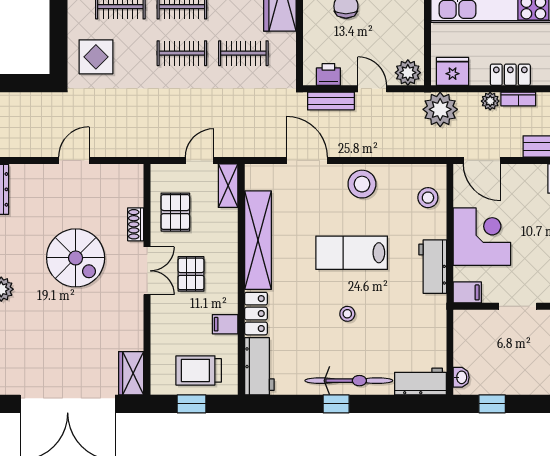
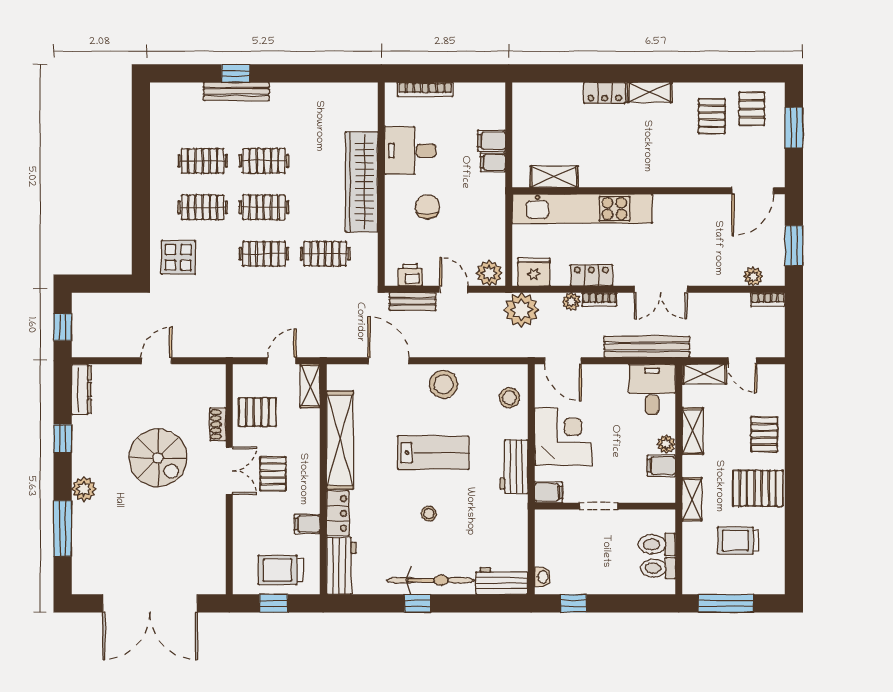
pallet: (175, 212) -> (257, 412), turned 90
lab bench: (352, 253) -> (433, 453), turned 180
wardrobe: (131, 373) -> (213, 573), removed

